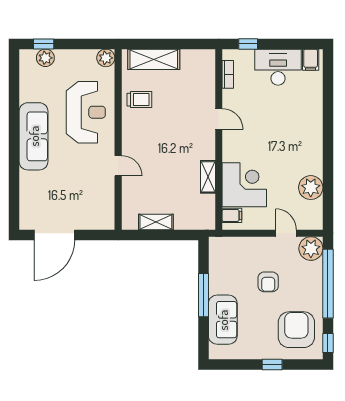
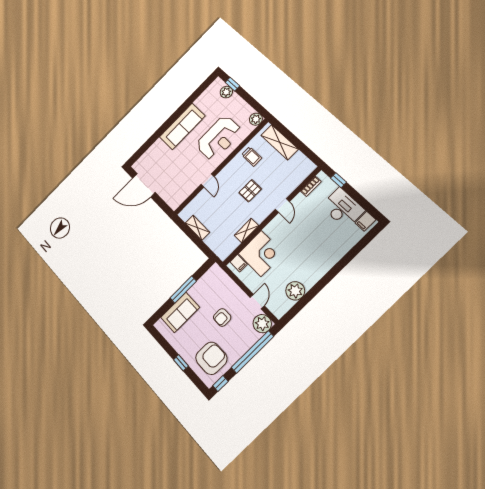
pallet: (172, 135) -> (250, 191), added

